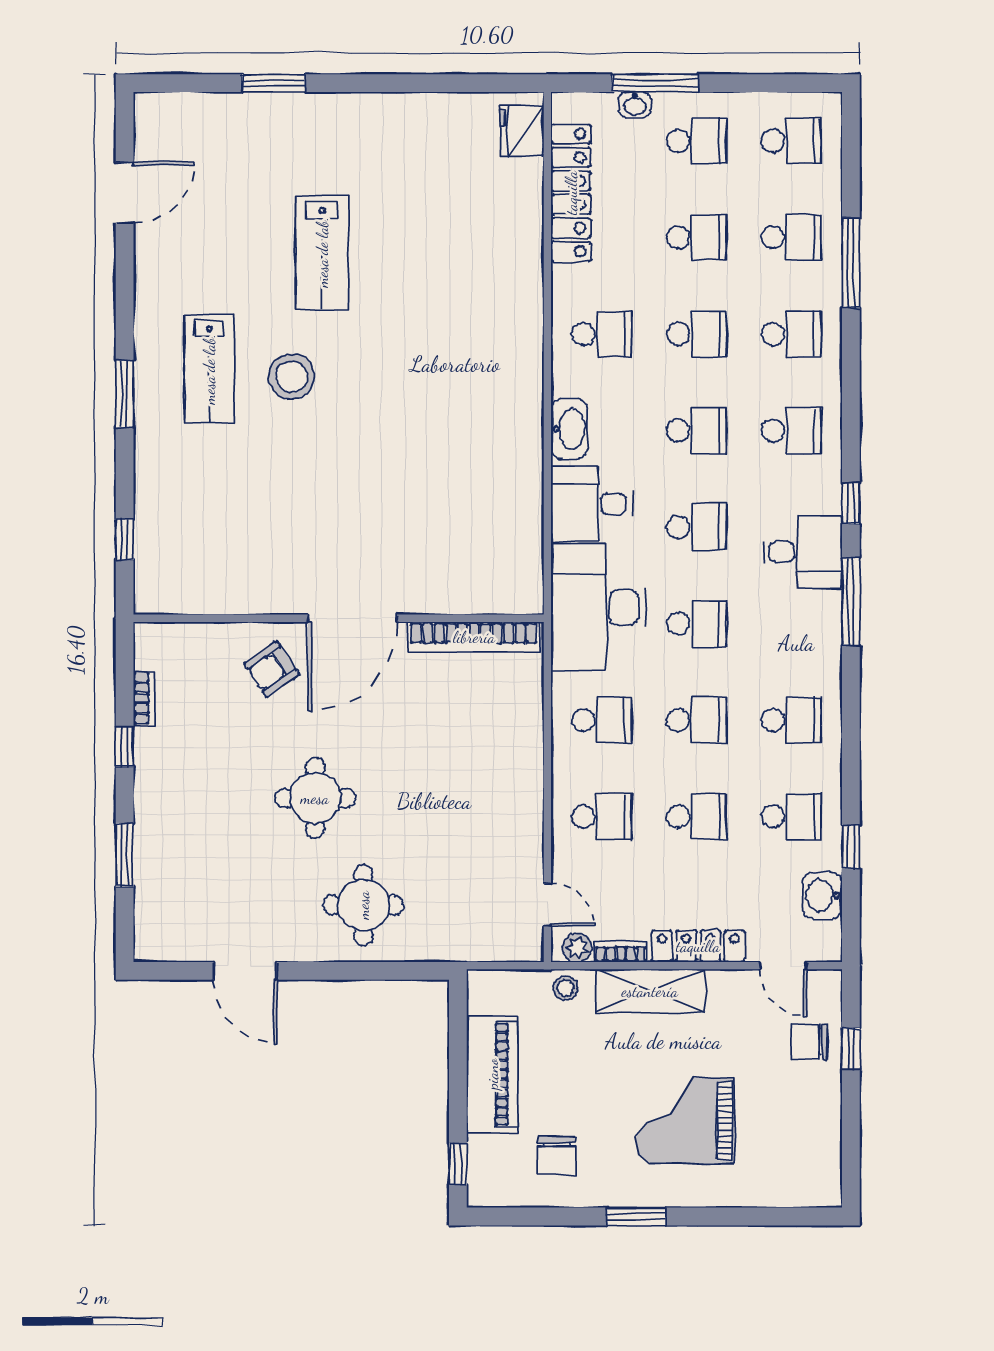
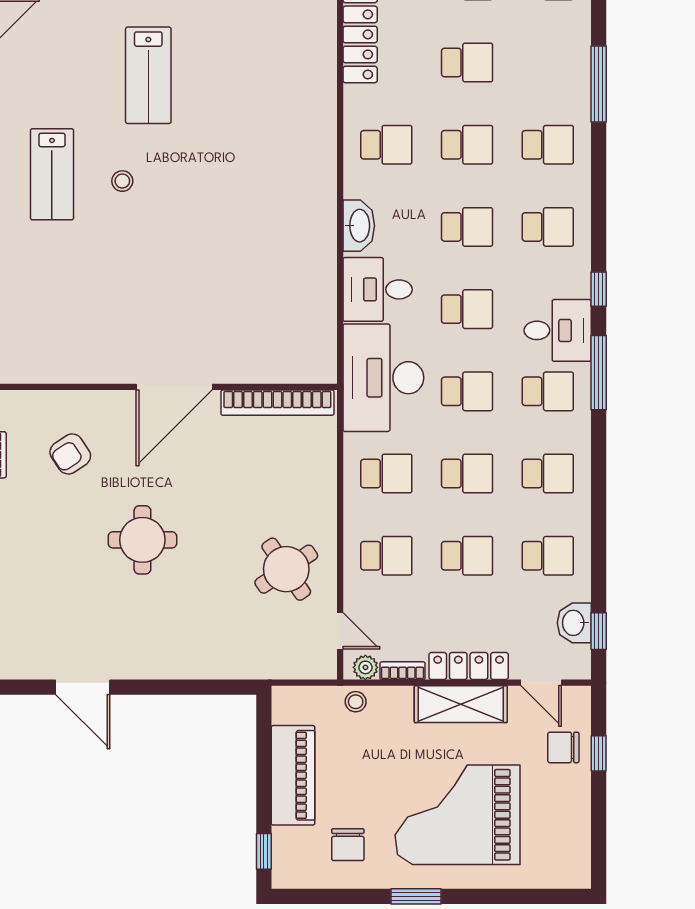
school desk: (791, 237) -> (548, 391), moved
stool: (292, 377) -> (122, 181), width x0.53, depth x0.53
armchair: (272, 669) -> (70, 454), moved
window: (851, 847) -> (599, 631), moved
round table: (363, 905) -> (286, 569), moved, turned -34
shelving: (650, 991) -> (461, 704), moved
grand piano: (685, 1121) -> (457, 815), width x1.37, depth x1.48

